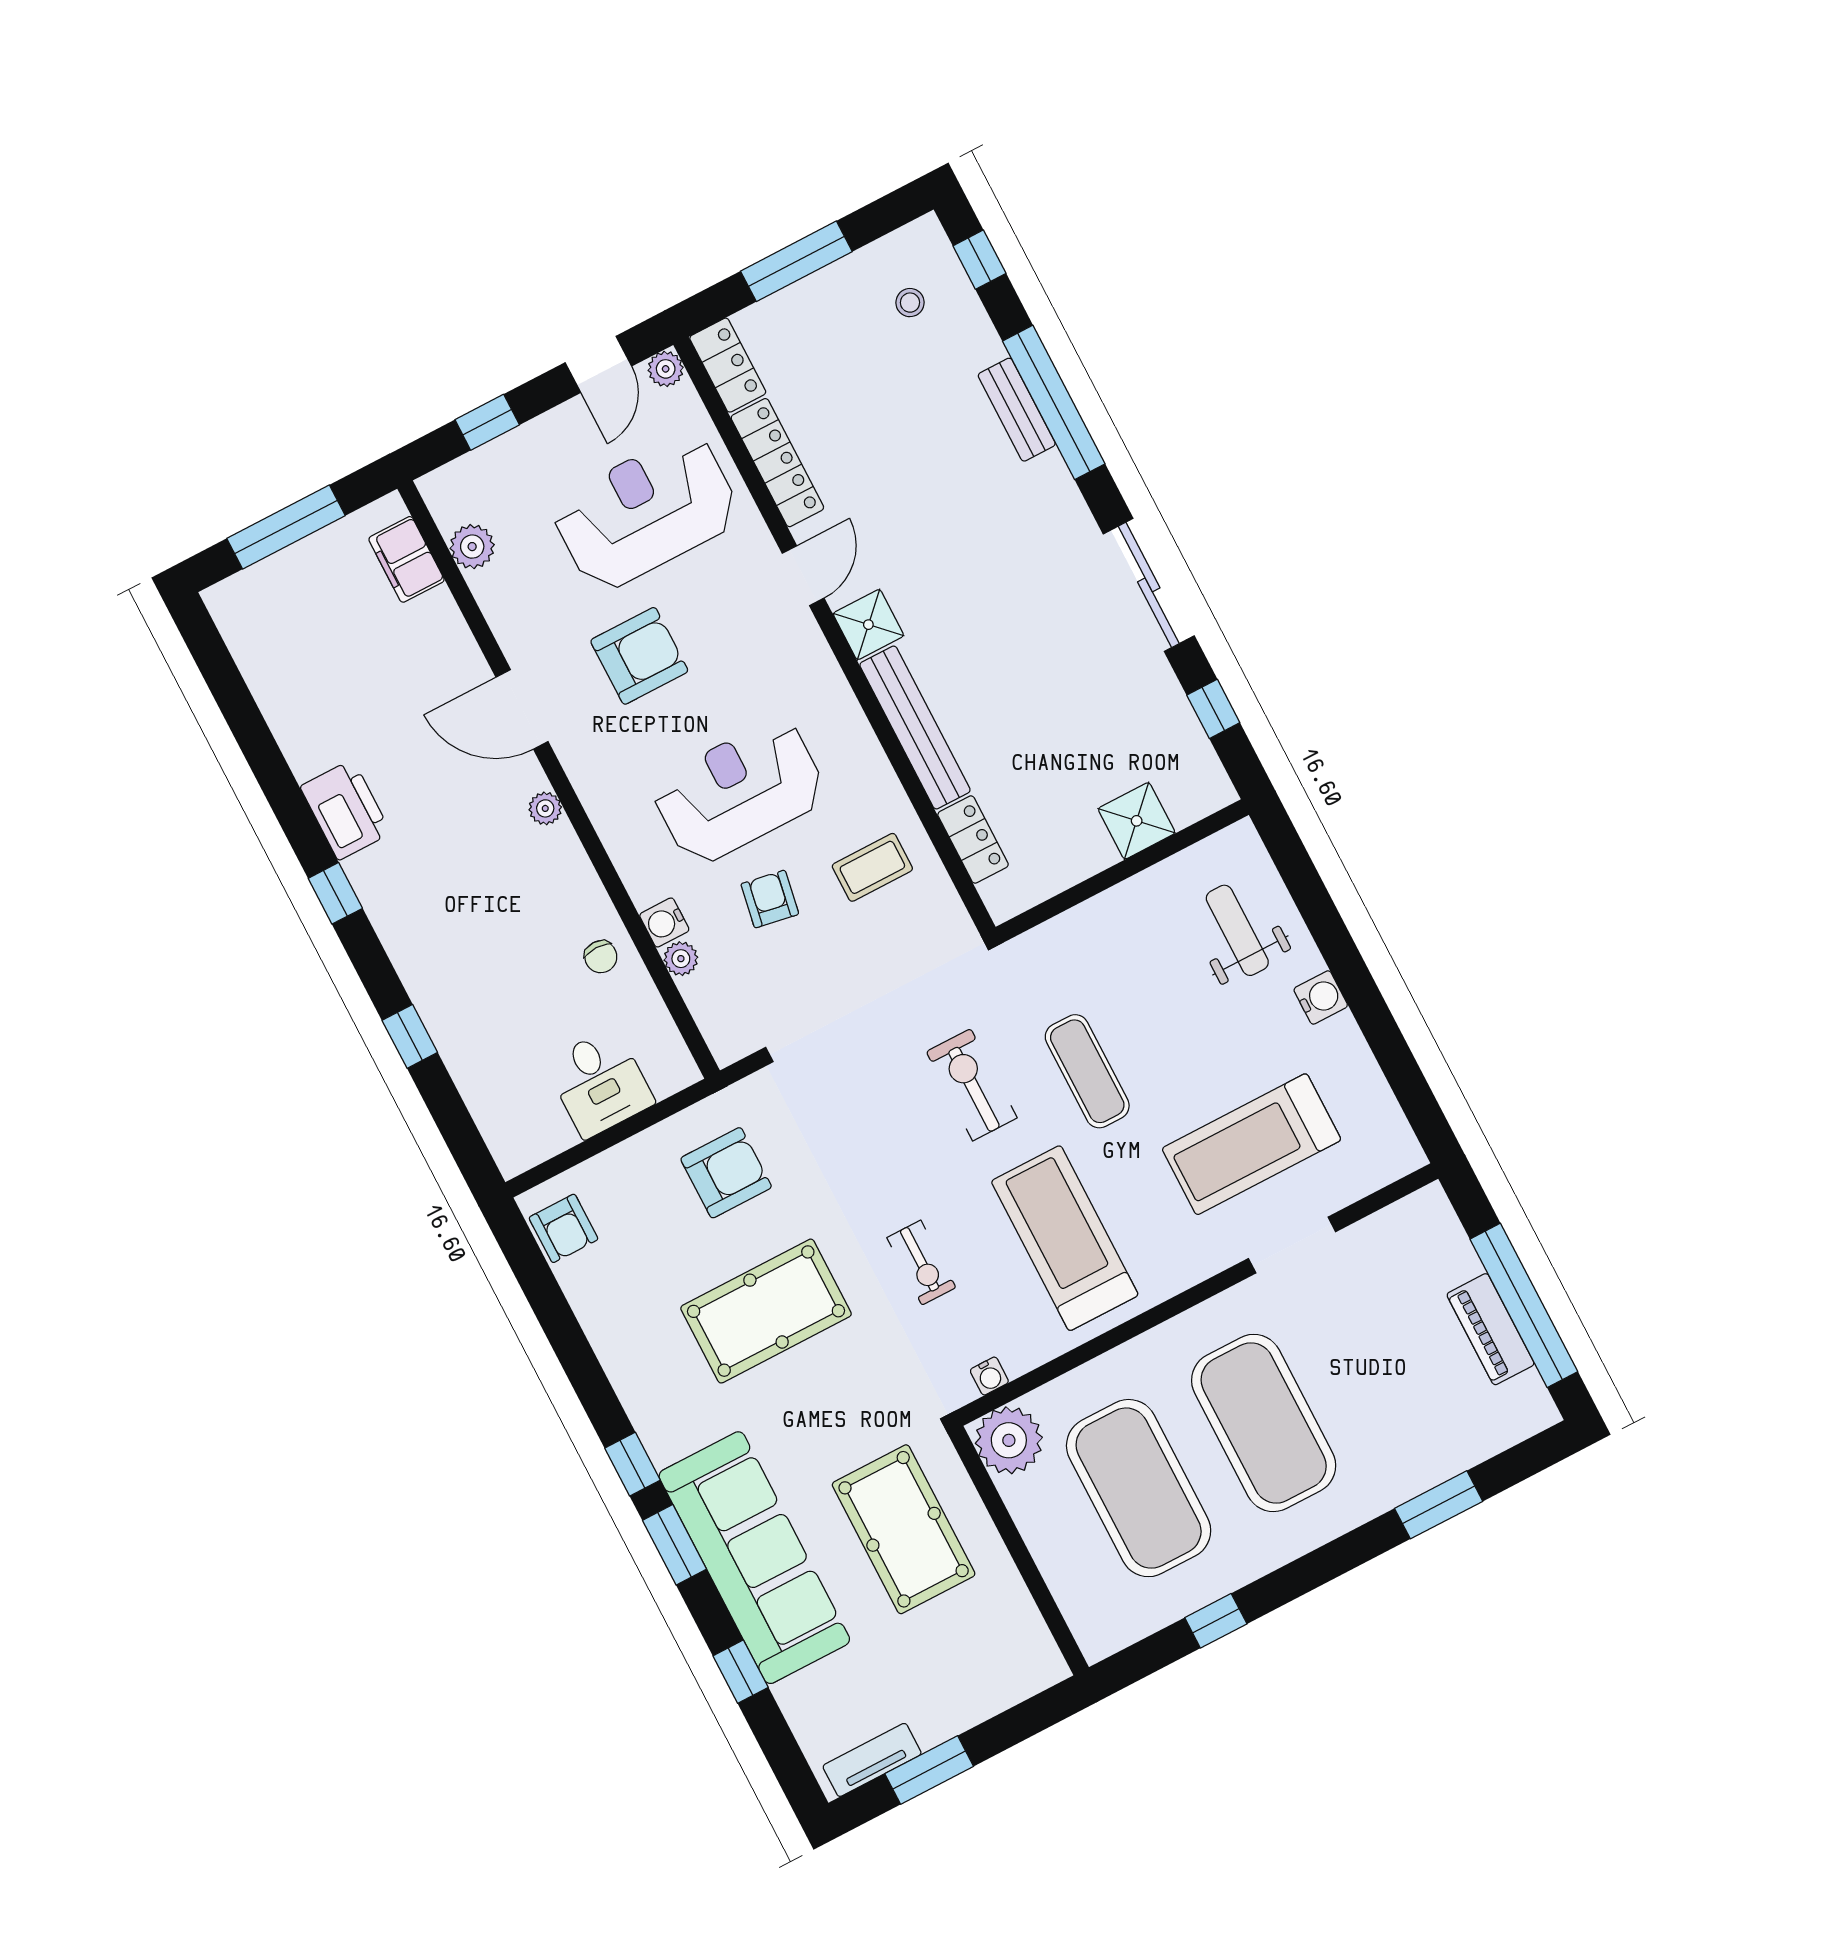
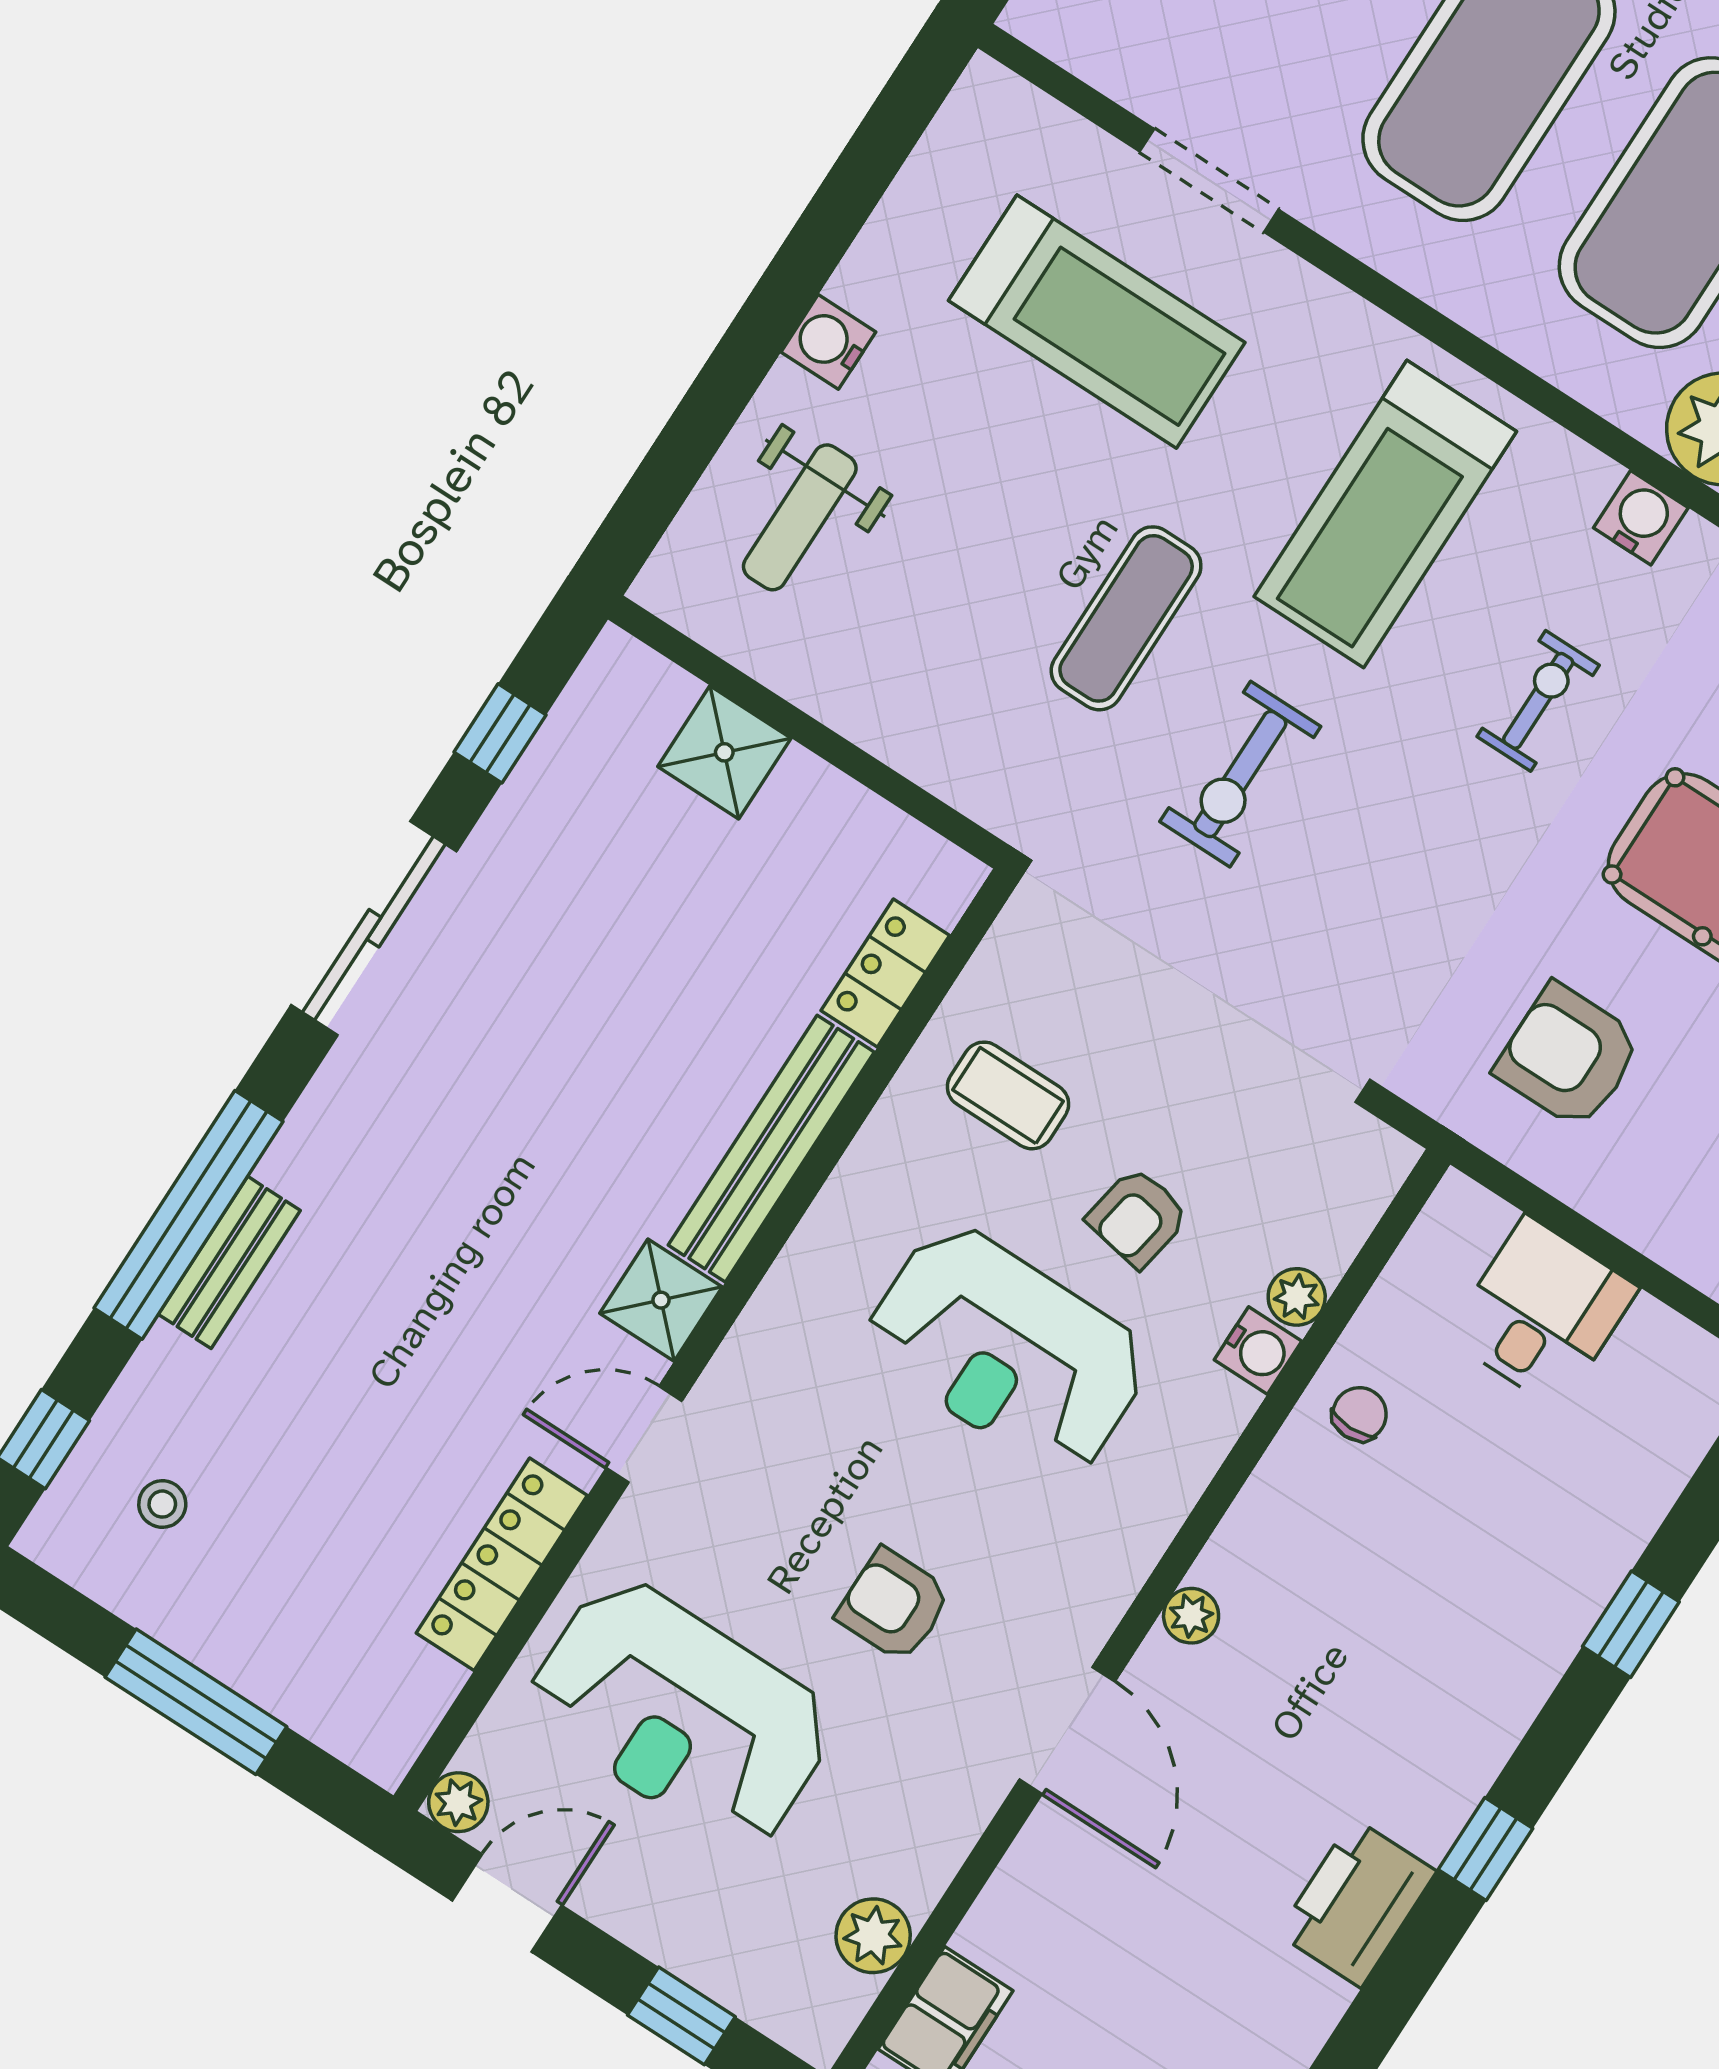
locker: (728, 365) -> (402, 1716), removed
armchair: (639, 656) -> (894, 1605), width x0.72, depth x0.72
water cooler: (989, 1376) -> (1641, 518), width x1.38, depth x1.38

